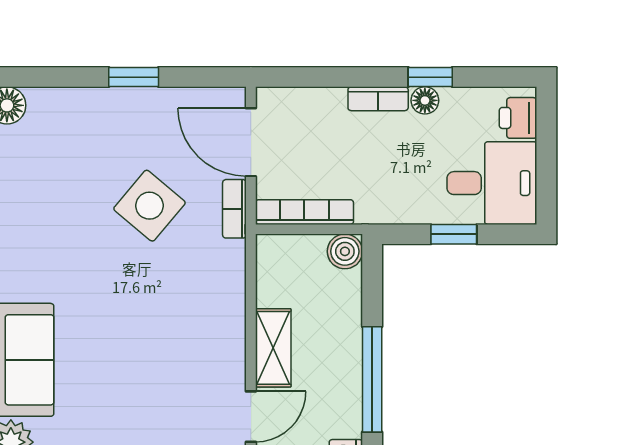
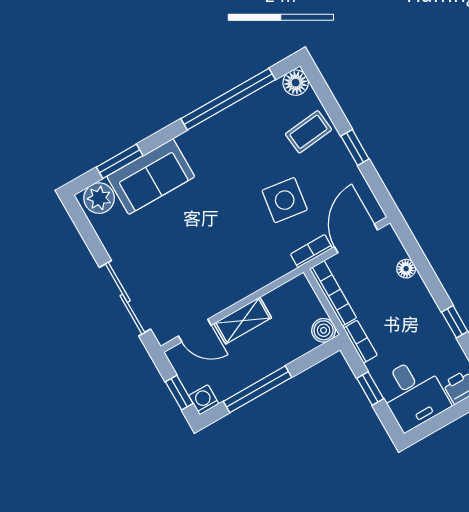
bookcase: (378, 99) -> (360, 342), moved, turned 180
floor lamp: (425, 100) -> (406, 269), moved
coffee table: (80, 125) -> (308, 132), added
side table: (149, 206) -> (285, 200), turned -32

